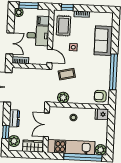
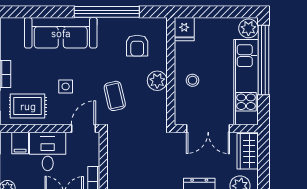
sofa: (103, 41) -> (61, 33), width x1.36
armchair: (100, 96) -> (137, 46), moved
plant: (63, 97) -> (157, 81), moved

